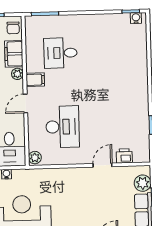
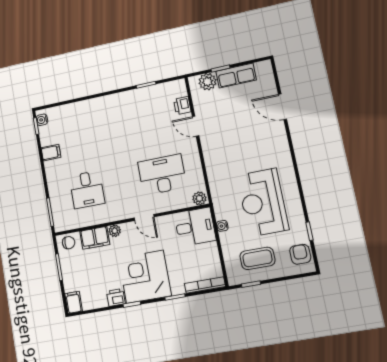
filing cabinet: (35, 80) -> (51, 153), moved, turned 90

